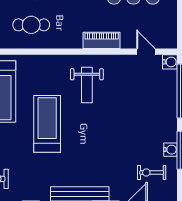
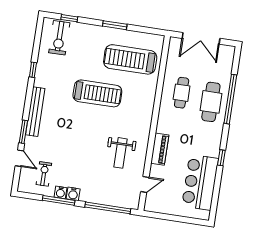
water cooler: (170, 62) -> (73, 194), moved
weight bench: (87, 85) -> (120, 153), moved, turned -90

